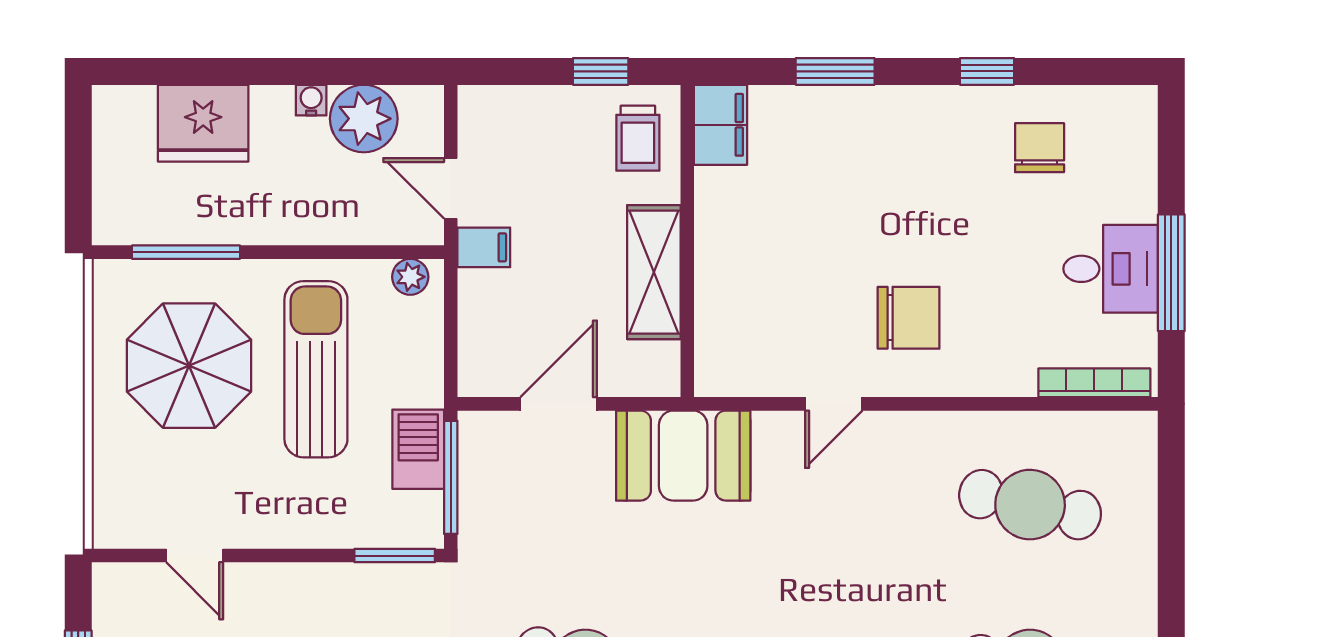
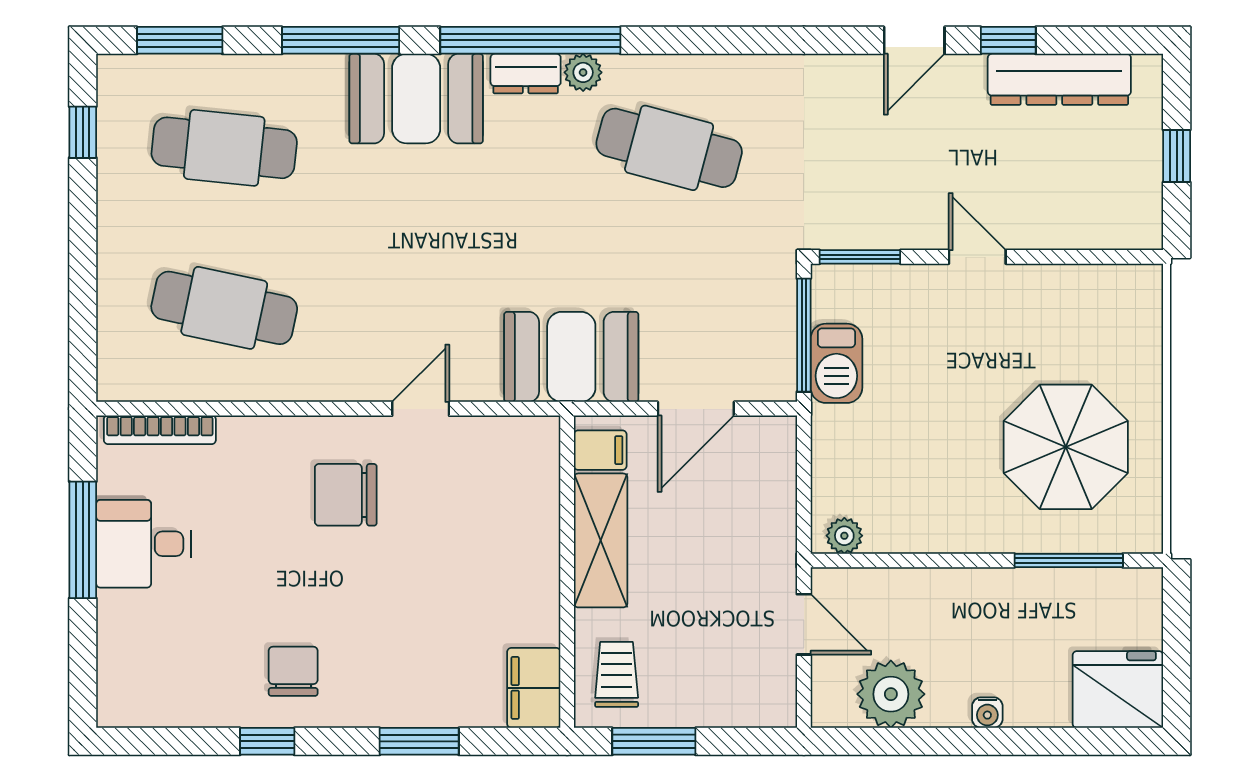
window: (601, 71) -> (654, 741), width x1.50
water cooler: (311, 100) -> (987, 713), moved
fridge: (203, 123) -> (1118, 690), moved
chair: (1040, 148) -> (293, 671), moved, turned 180
filing cabinet: (484, 247) -> (600, 450), moved, turned 180
sun lounger: (316, 369) -> (939, 443), removed
door: (195, 556) -> (977, 257), moved

